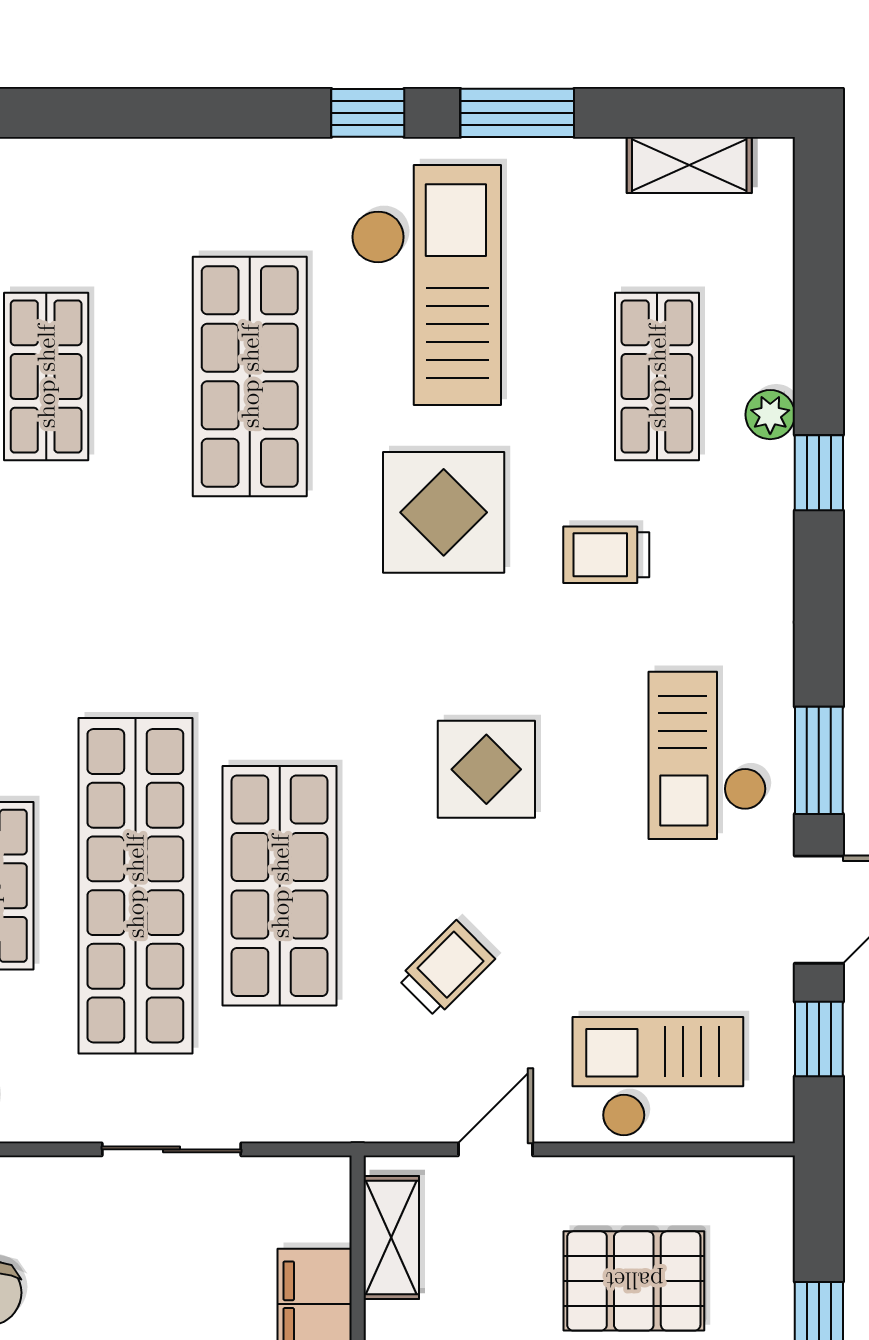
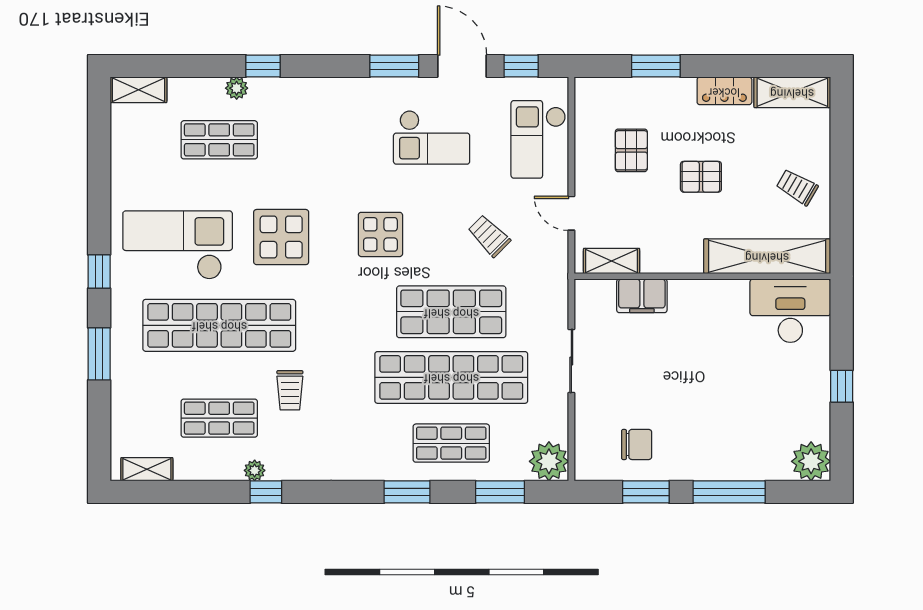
window: (517, 113) -> (99, 354), moved
shelving: (689, 165) -> (138, 90), moved, turned 90
shop shelf: (250, 376) -> (219, 325), width x1.40
trolley: (606, 555) -> (290, 390), moved
checkout: (707, 755) -> (432, 137), moved
display table: (486, 769) -> (380, 234), moved
pallet: (634, 1281) -> (631, 150), width x0.67, depth x0.71

